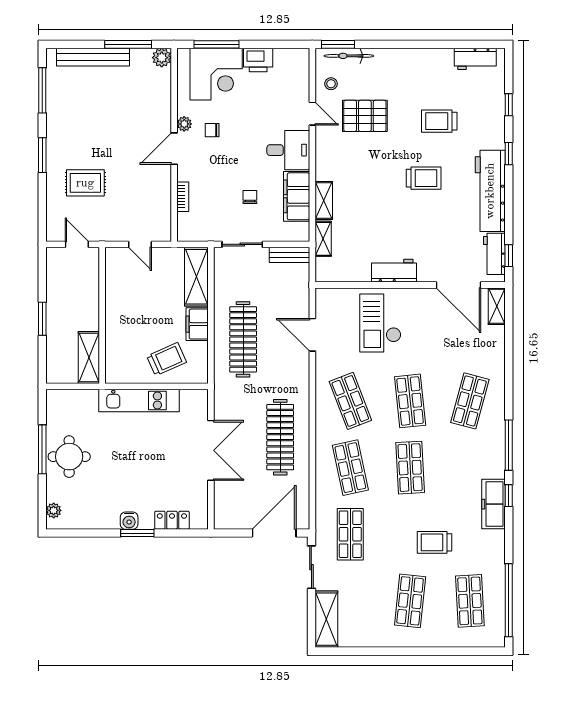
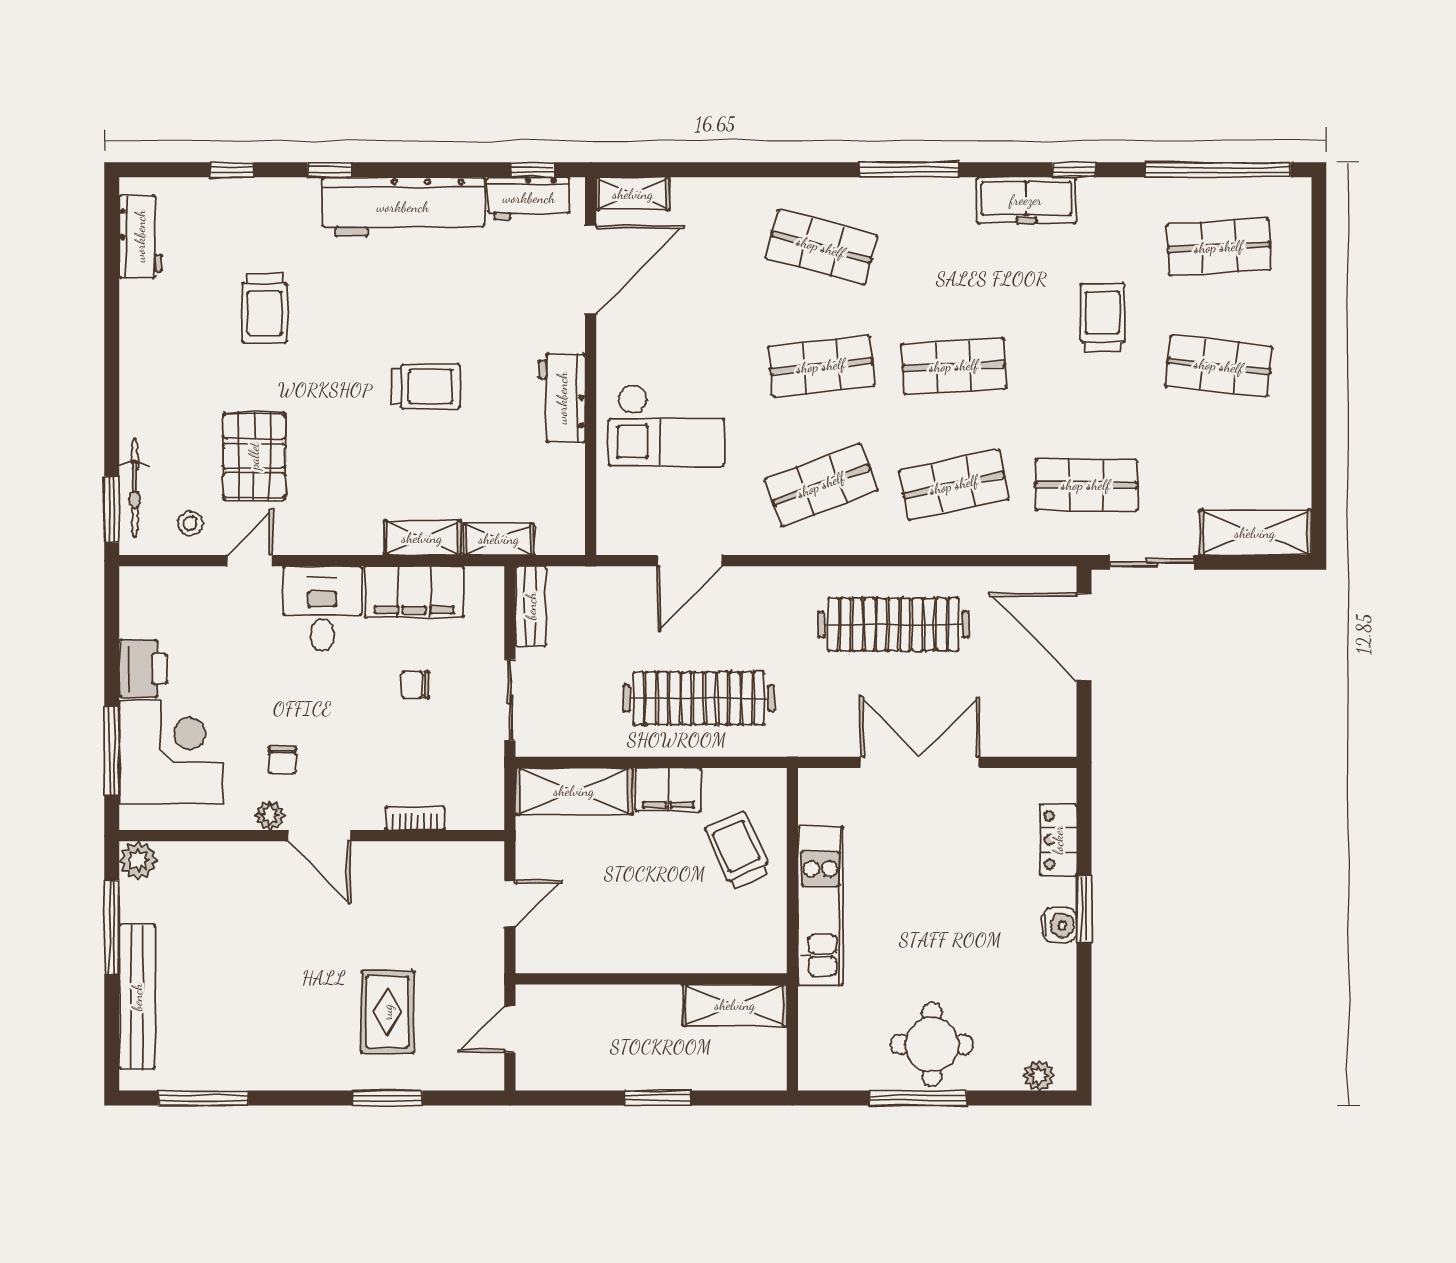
window: (42, 155) -> (387, 1098), moved
trolley: (424, 178) -> (426, 386), moved, turned 90
window: (509, 496) -> (1074, 170), moved
trolley: (434, 542) -> (1103, 318), turned 180

